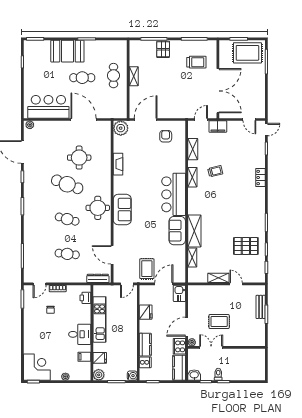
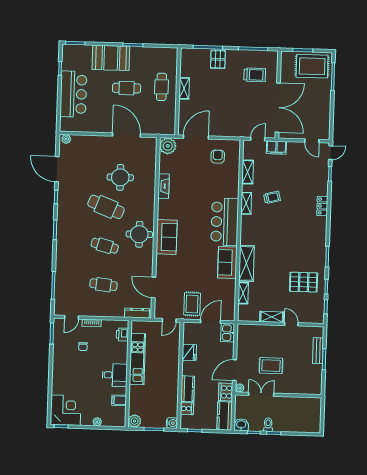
bar counter: (48, 107) -> (73, 94), moved, turned 90
fridge: (100, 358) -> (136, 402), removed

